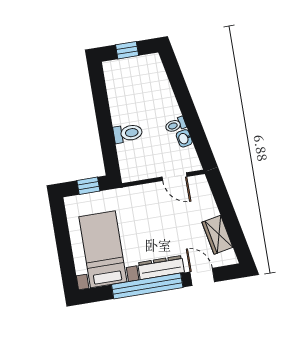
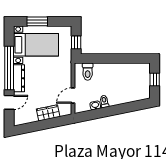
toilet: (128, 133) -> (88, 72), moved
wardrobe: (217, 235) -> (48, 113), moved
window: (65, 253) -> (37, 21), added

